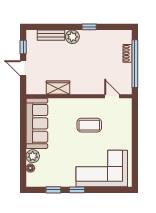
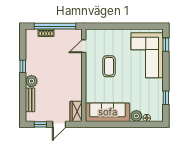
wardrobe: (58, 88) -> (76, 111), moved
window: (77, 190) -> (166, 45), moved

